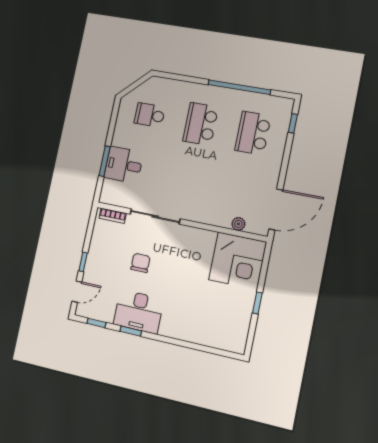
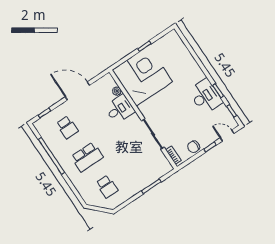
school desk: (253, 133) -> (67, 127), width x0.54
desk: (124, 165) -> (120, 109), moved, turned -90
door: (276, 209) -> (77, 91), moved
corner desk: (238, 261) -> (142, 76), width x1.36, depth x1.36
chair: (140, 263) -> (194, 147), moved

